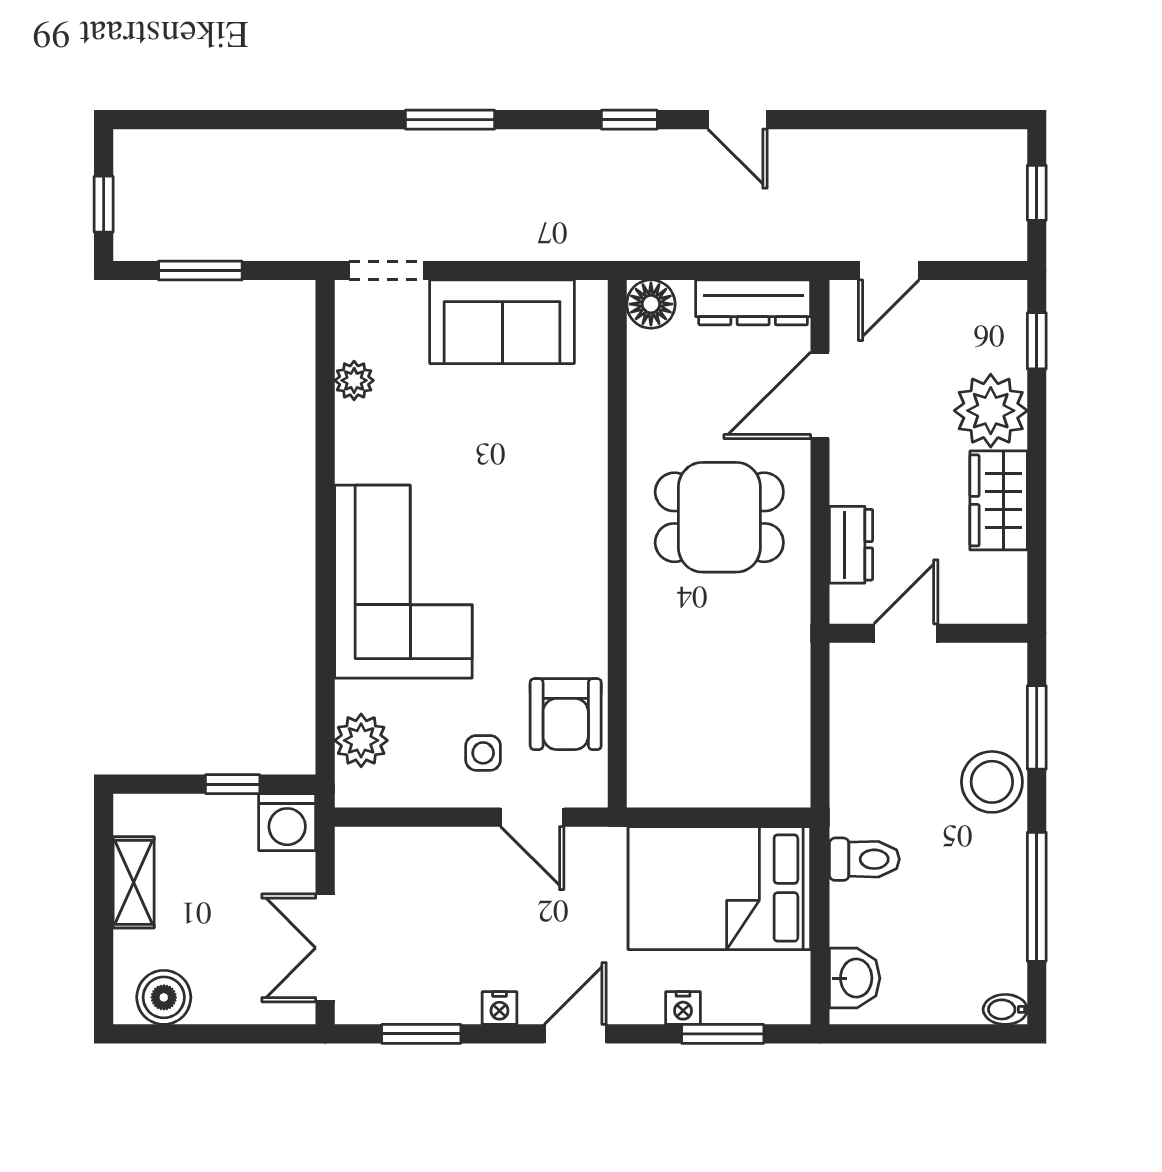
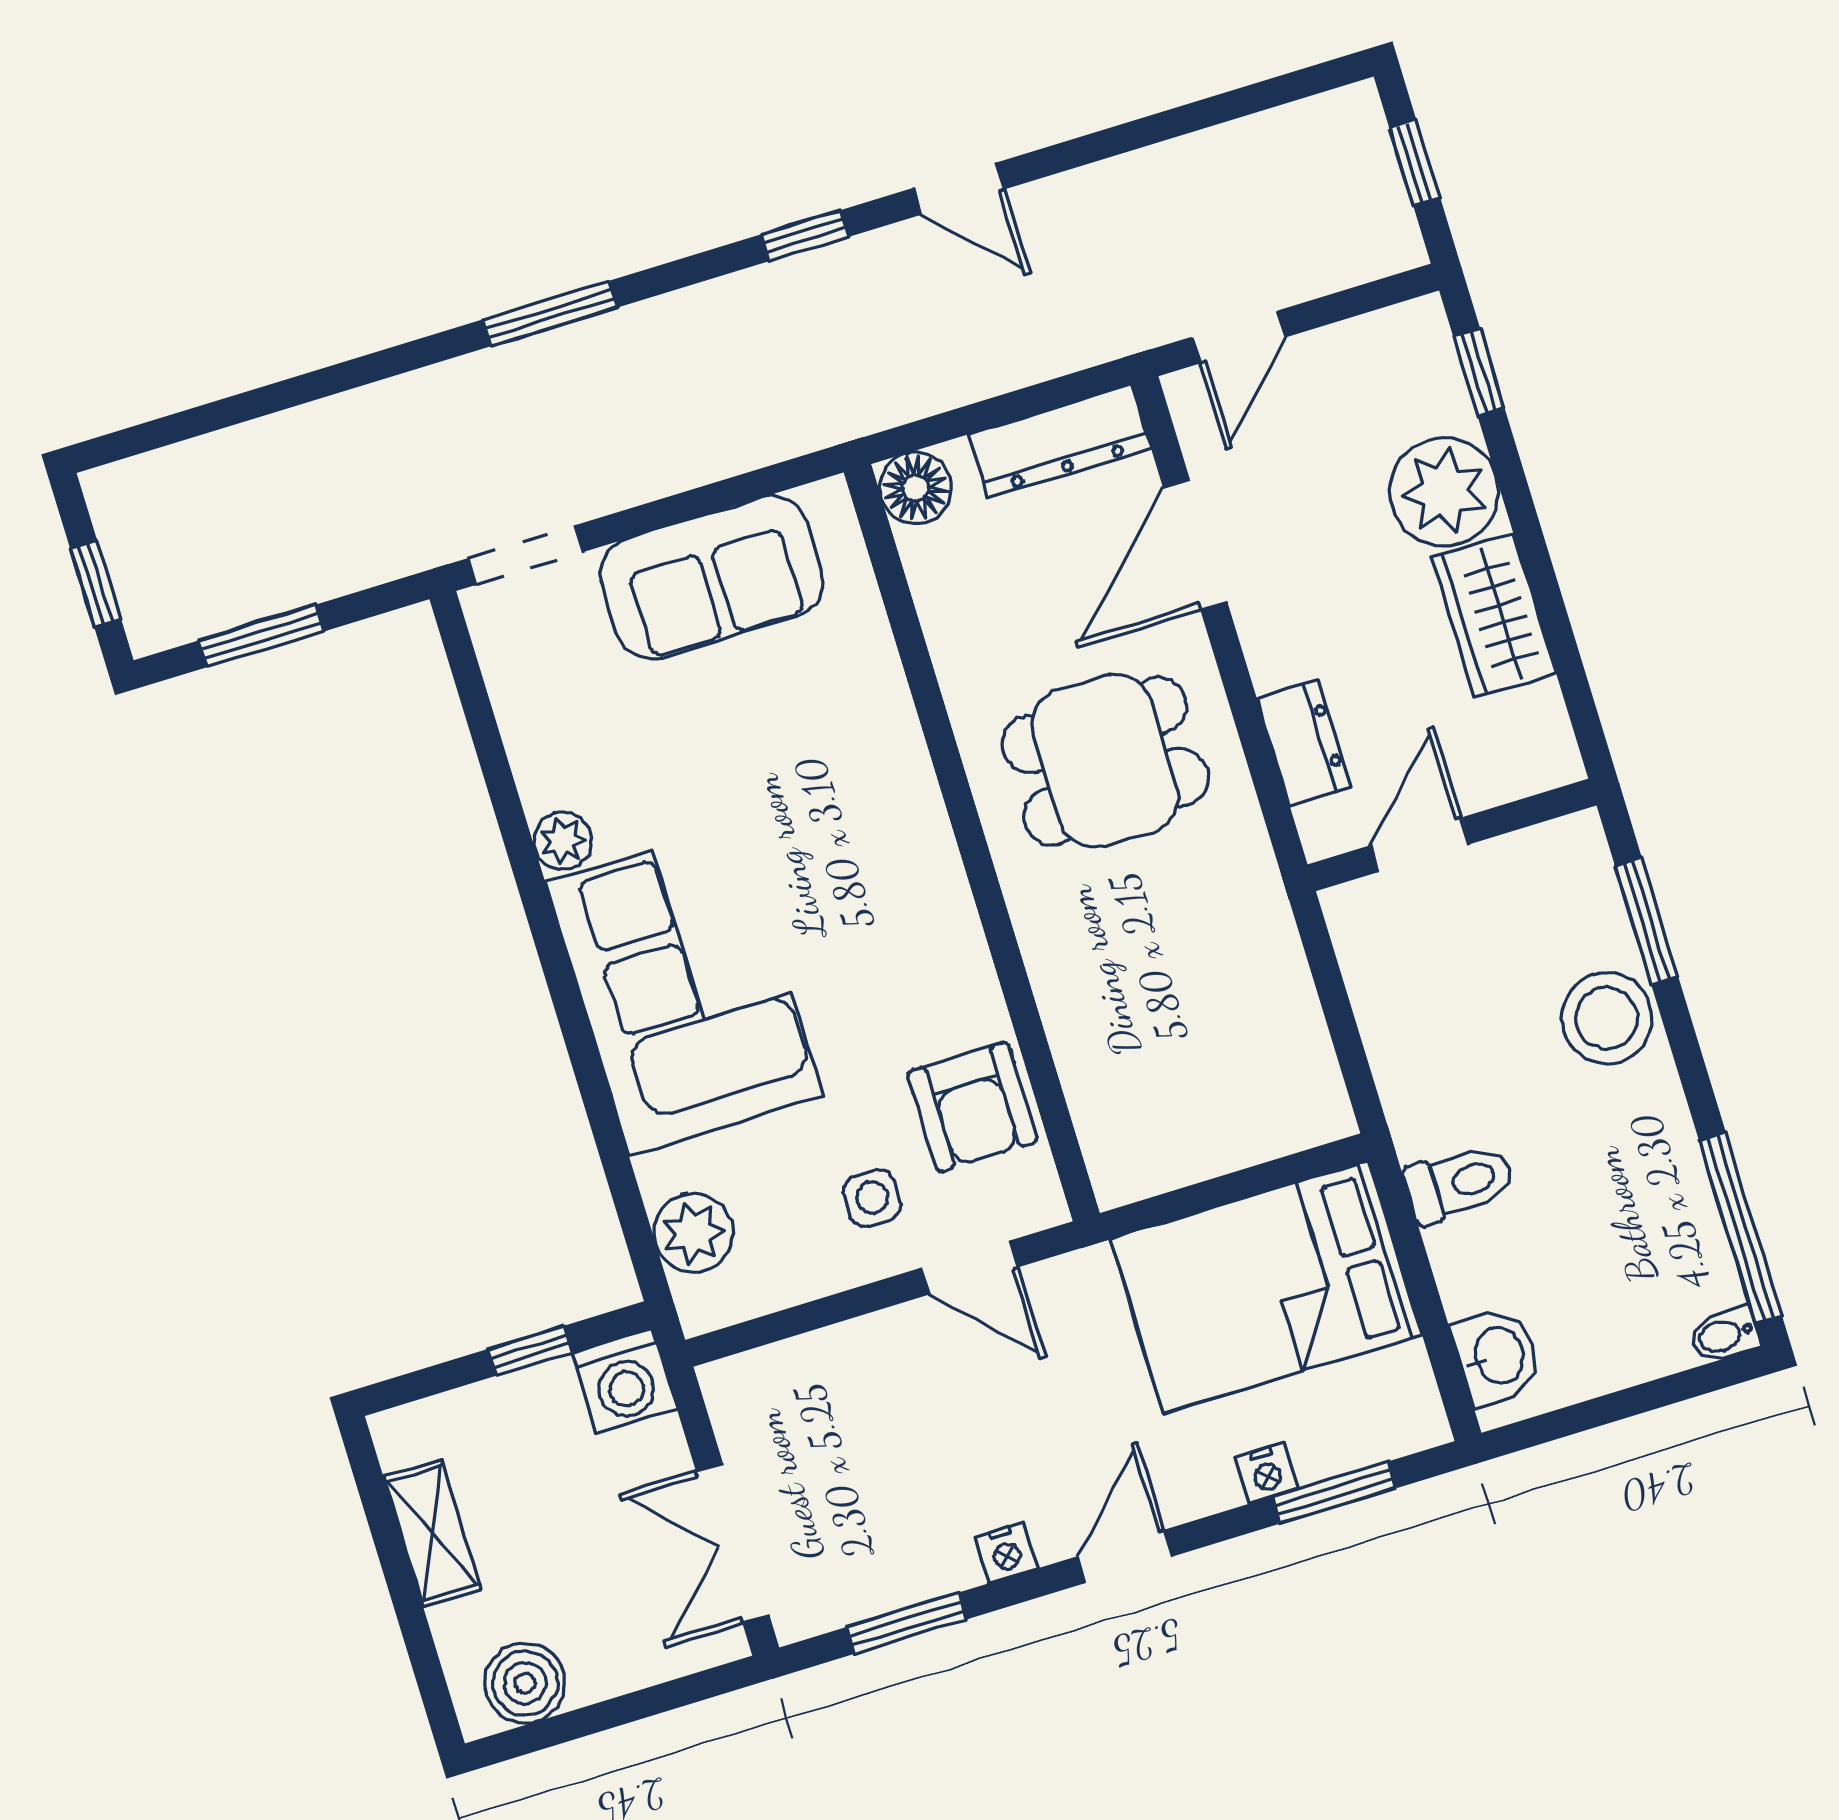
plant: (354, 380) -> (563, 841), moved
window: (1037, 897) -> (1740, 1228), moved

